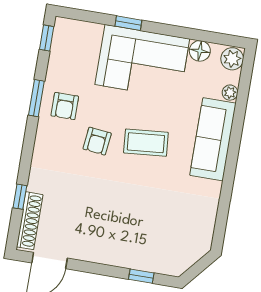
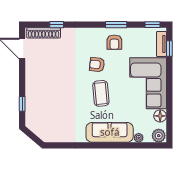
window: (128, 23) -> (169, 48), moved
tv unit: (81, 29) -> (161, 44), added
armchair: (65, 106) -> (114, 42), turned -90

